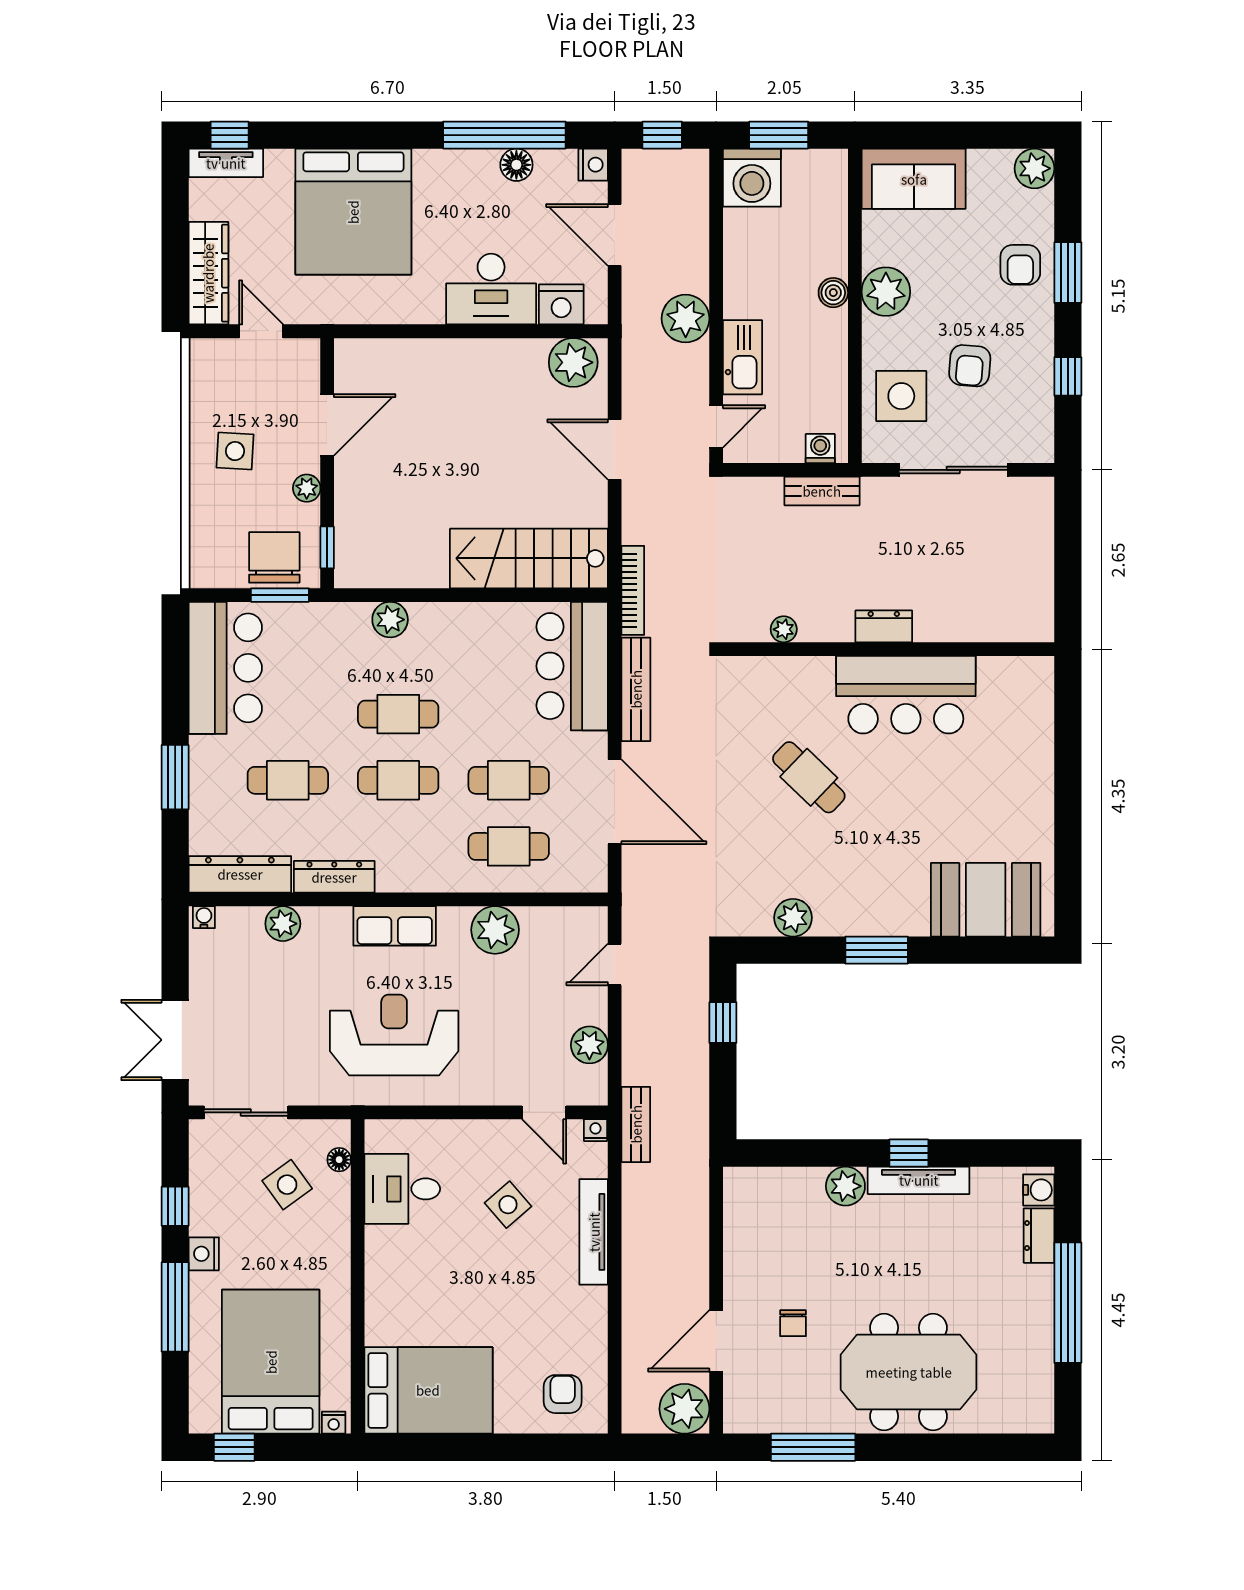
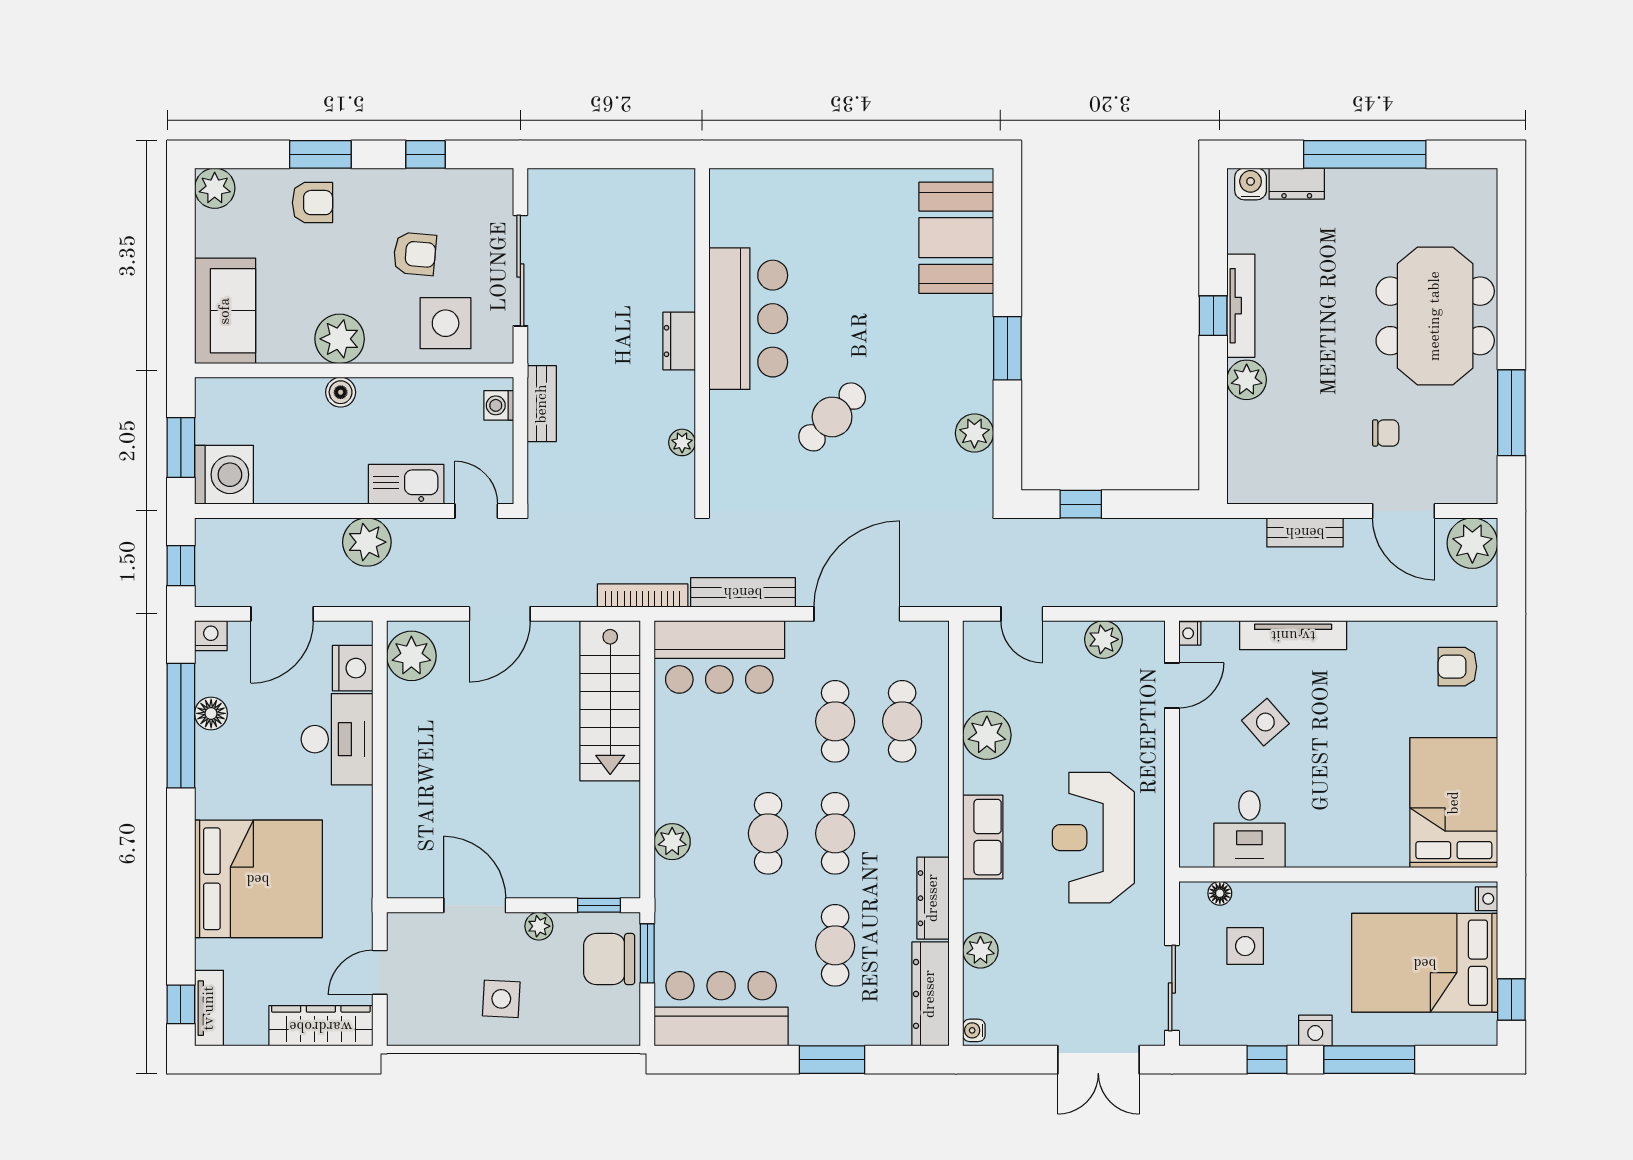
bench: (636, 1124) -> (1305, 532), moved
side table: (287, 1185) -> (1245, 946), turned 36

